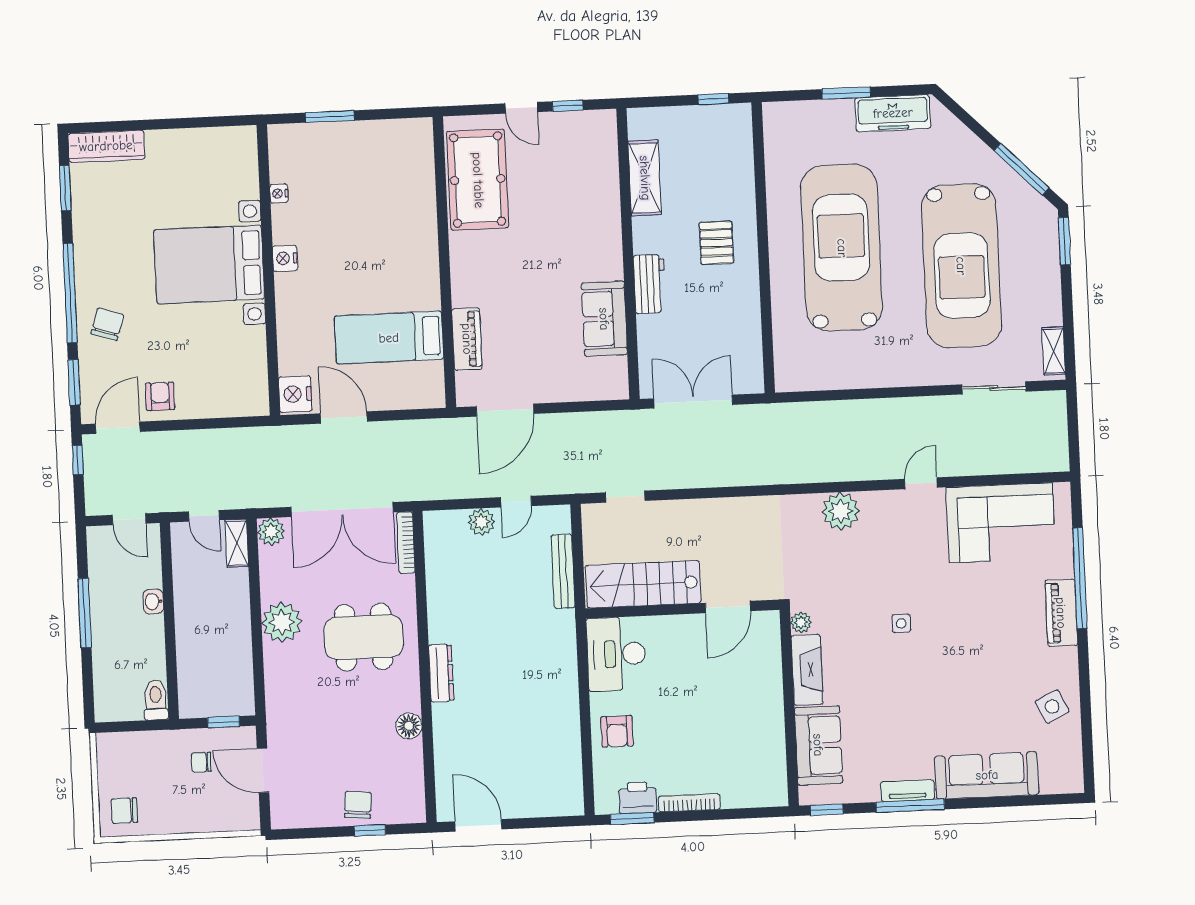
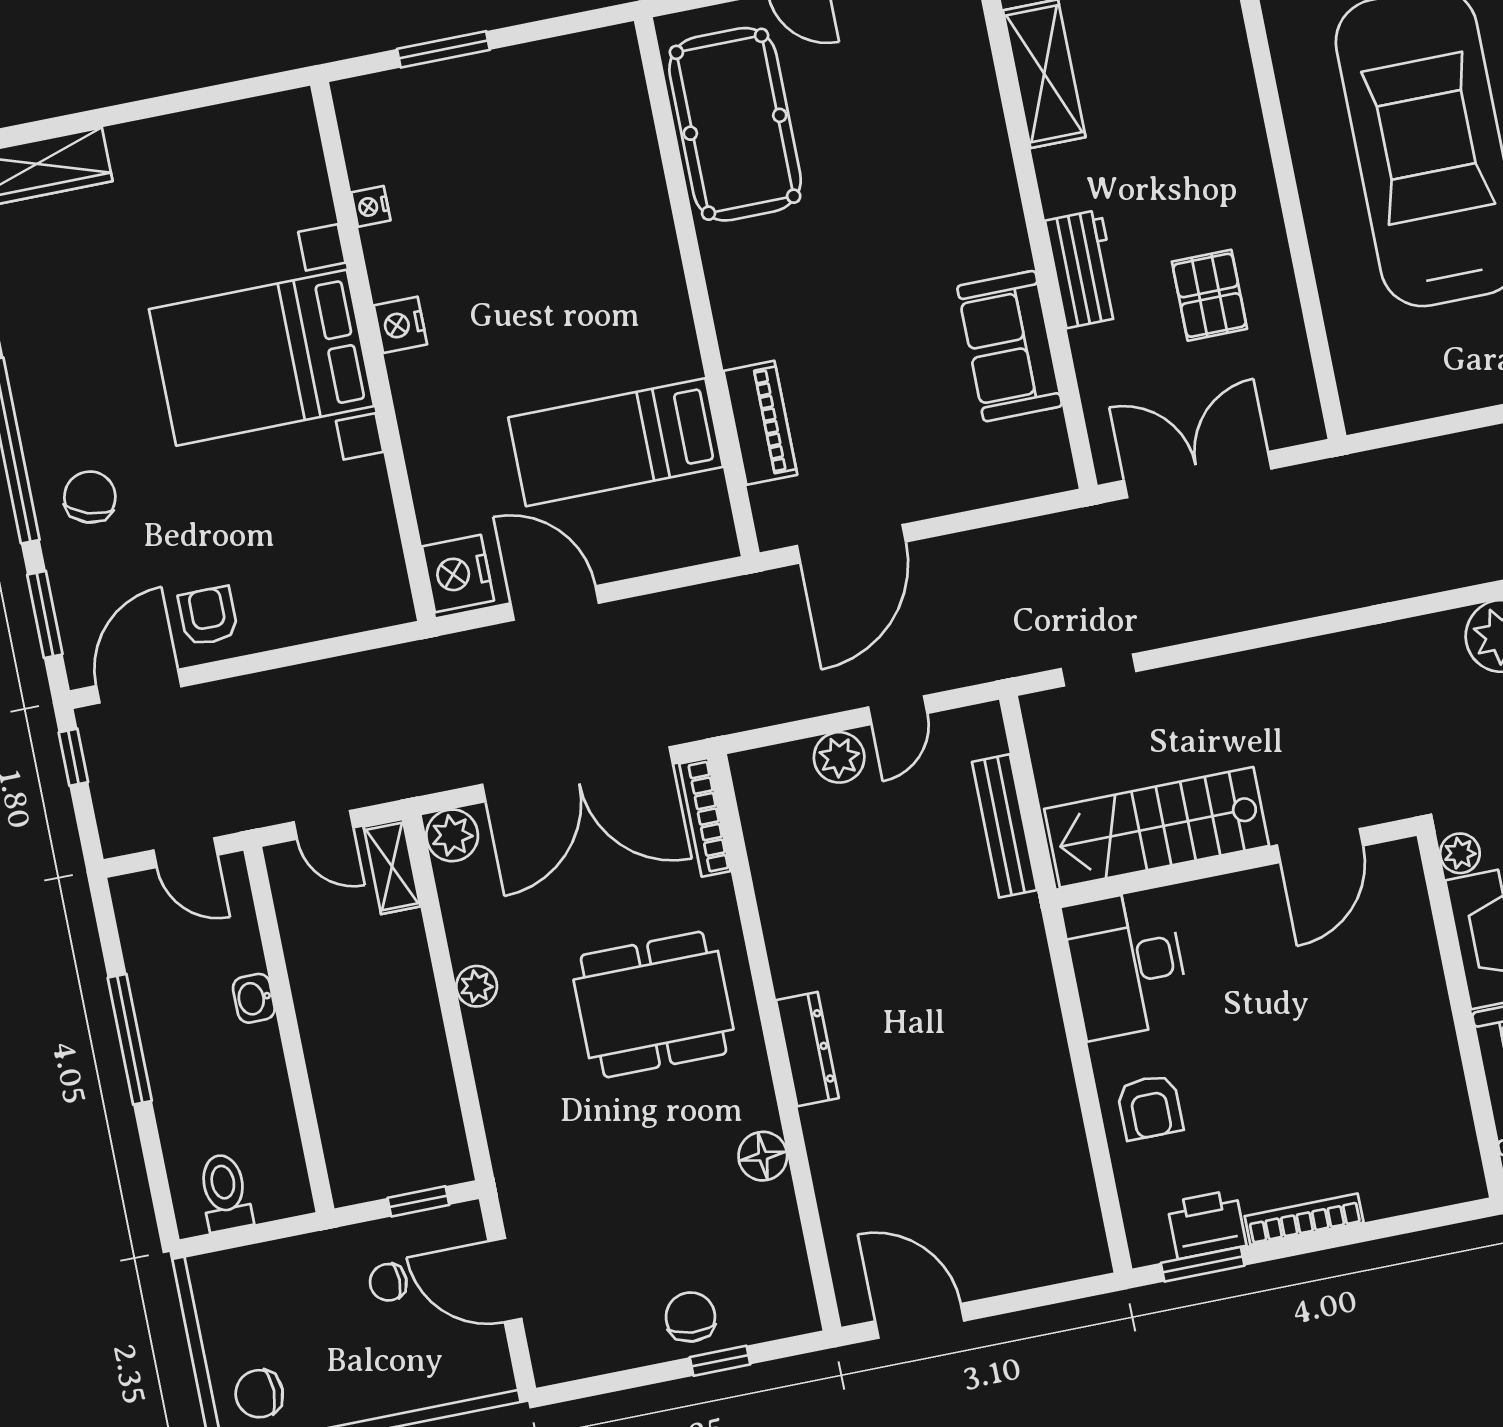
pallet: (716, 243) -> (1209, 295), moved
plant: (282, 622) -> (477, 986), width x0.53, depth x0.53
toilet: (156, 700) -> (225, 1192), moved

